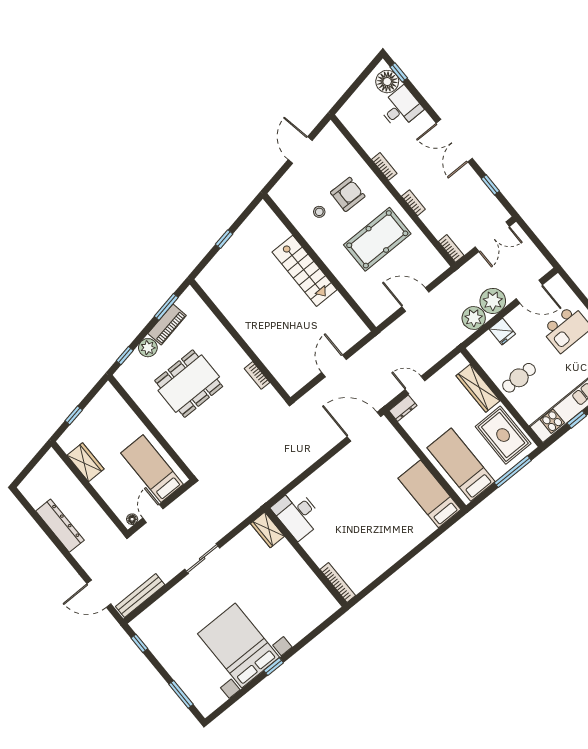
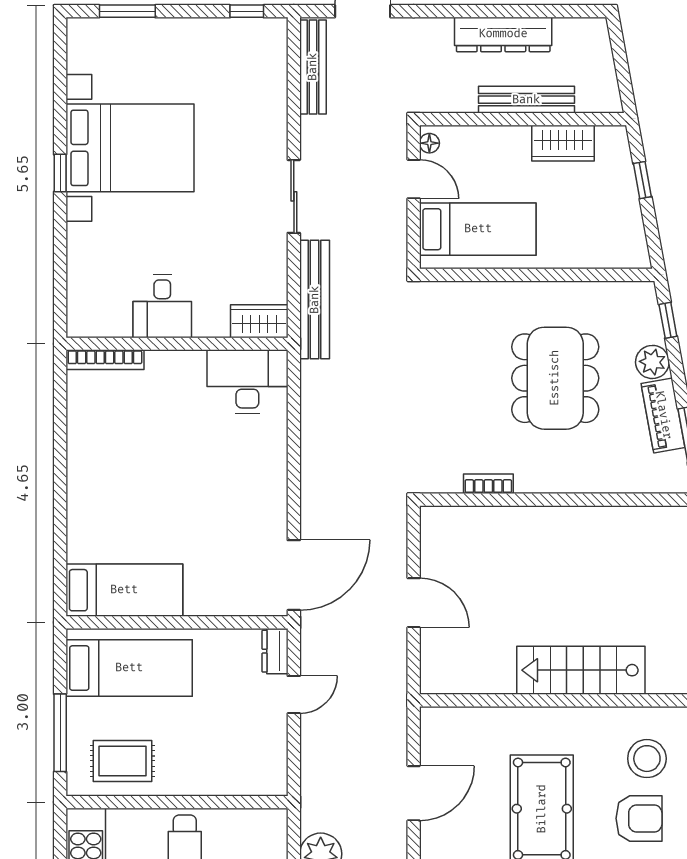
armchair: (348, 194) -> (639, 818), turned -91
stool: (319, 212) -> (647, 759), width x1.89, depth x1.89
wardrobe: (478, 388) -> (217, 780), removed
rug: (503, 435) -> (123, 761), width x0.73, depth x0.70
bench: (80, 493) -> (526, 100), added
bench: (239, 514) -> (315, 300), added
desk: (295, 577) -> (162, 306), added

